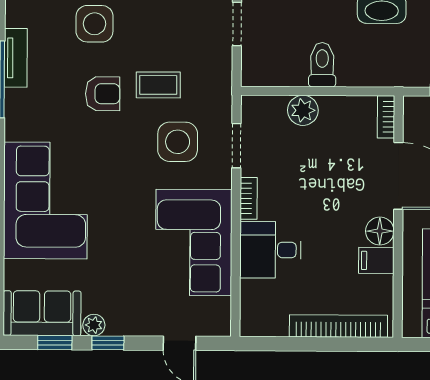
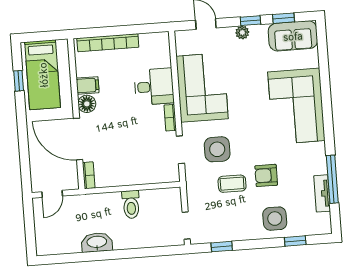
plant: (303, 110) -> (141, 175), removed
plant: (94, 325) -> (242, 32), moved

